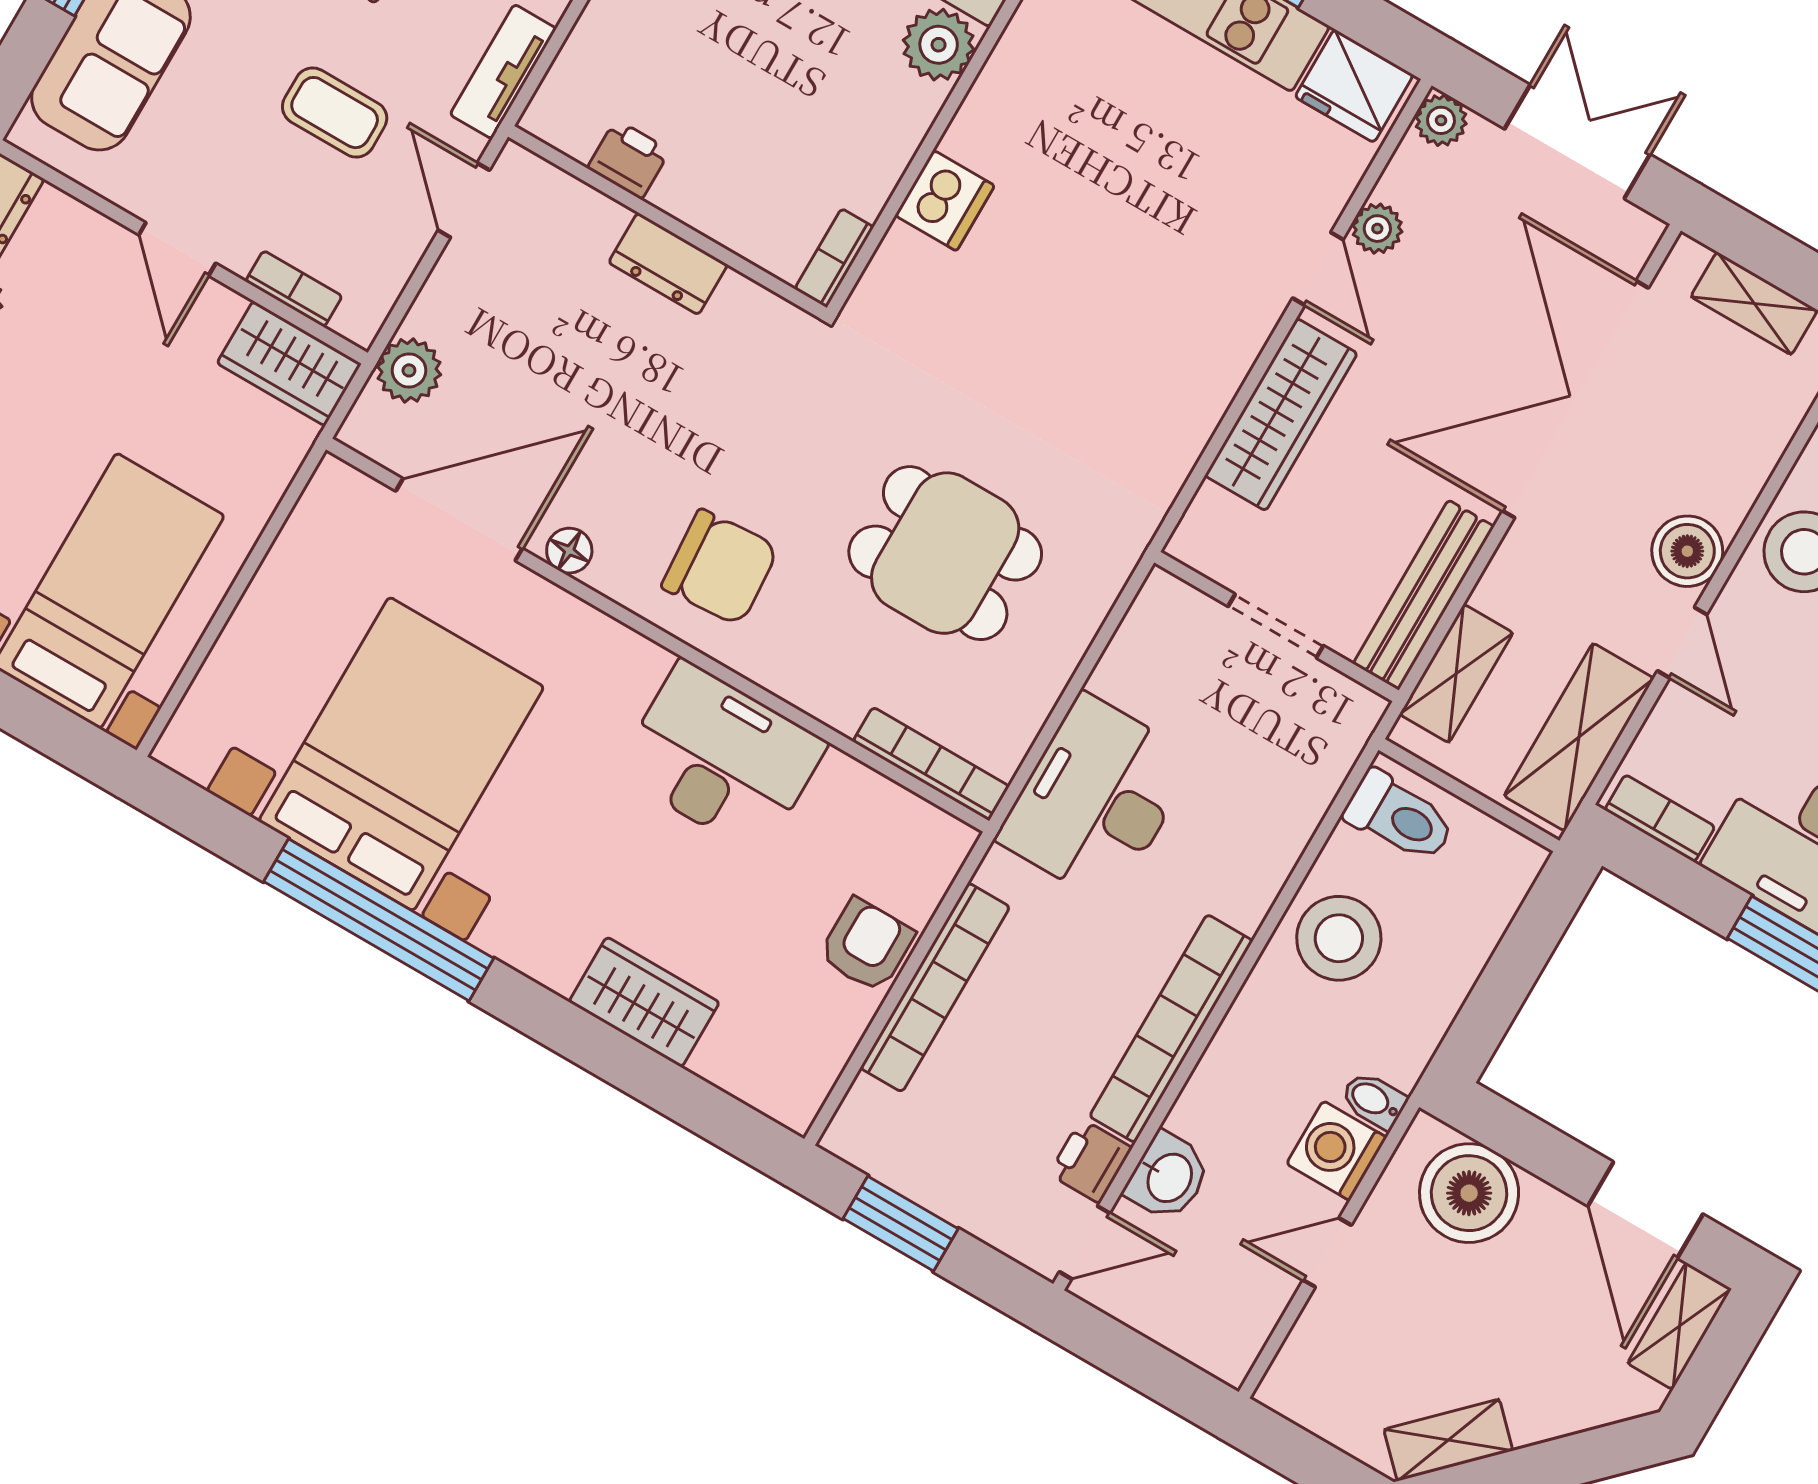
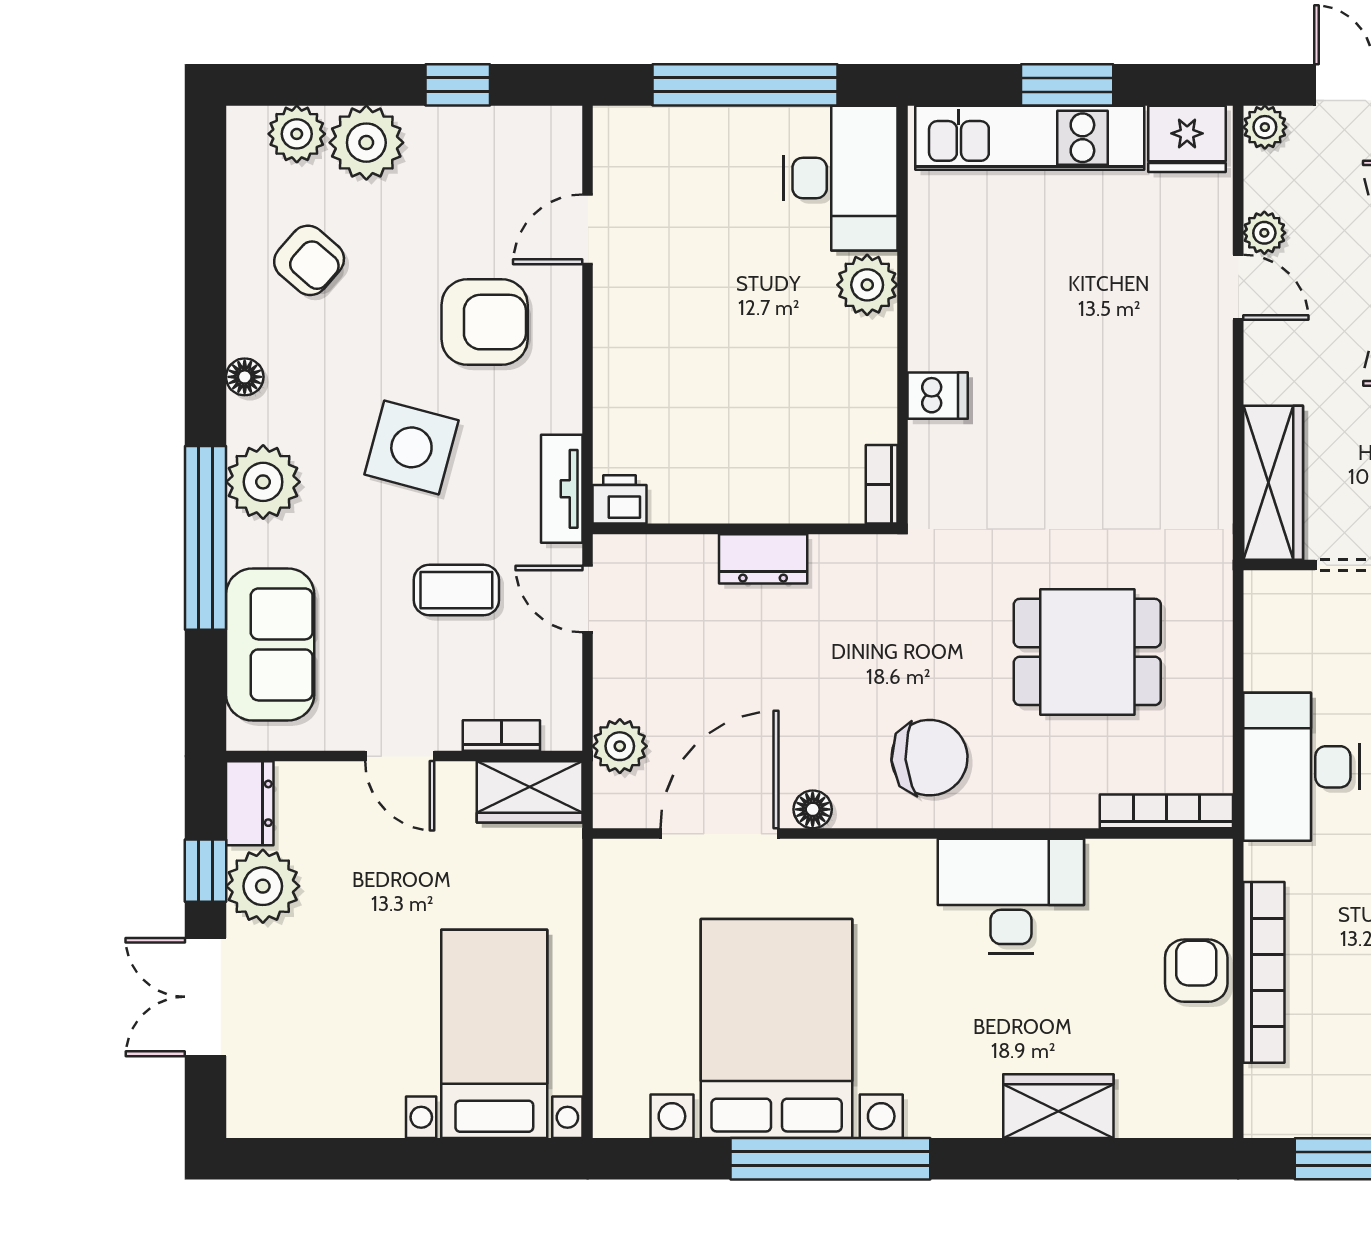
printer: (629, 159) -> (619, 499), moved
dishwasher: (945, 201) -> (938, 396), width x0.73
wardrobe: (1281, 415) -> (1273, 483), moved

